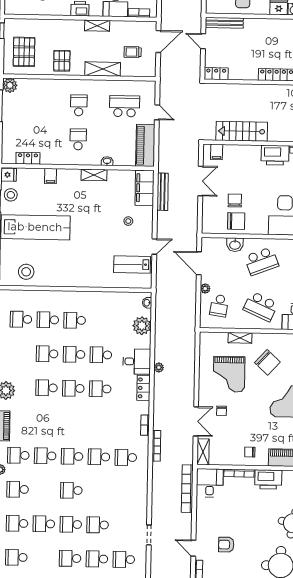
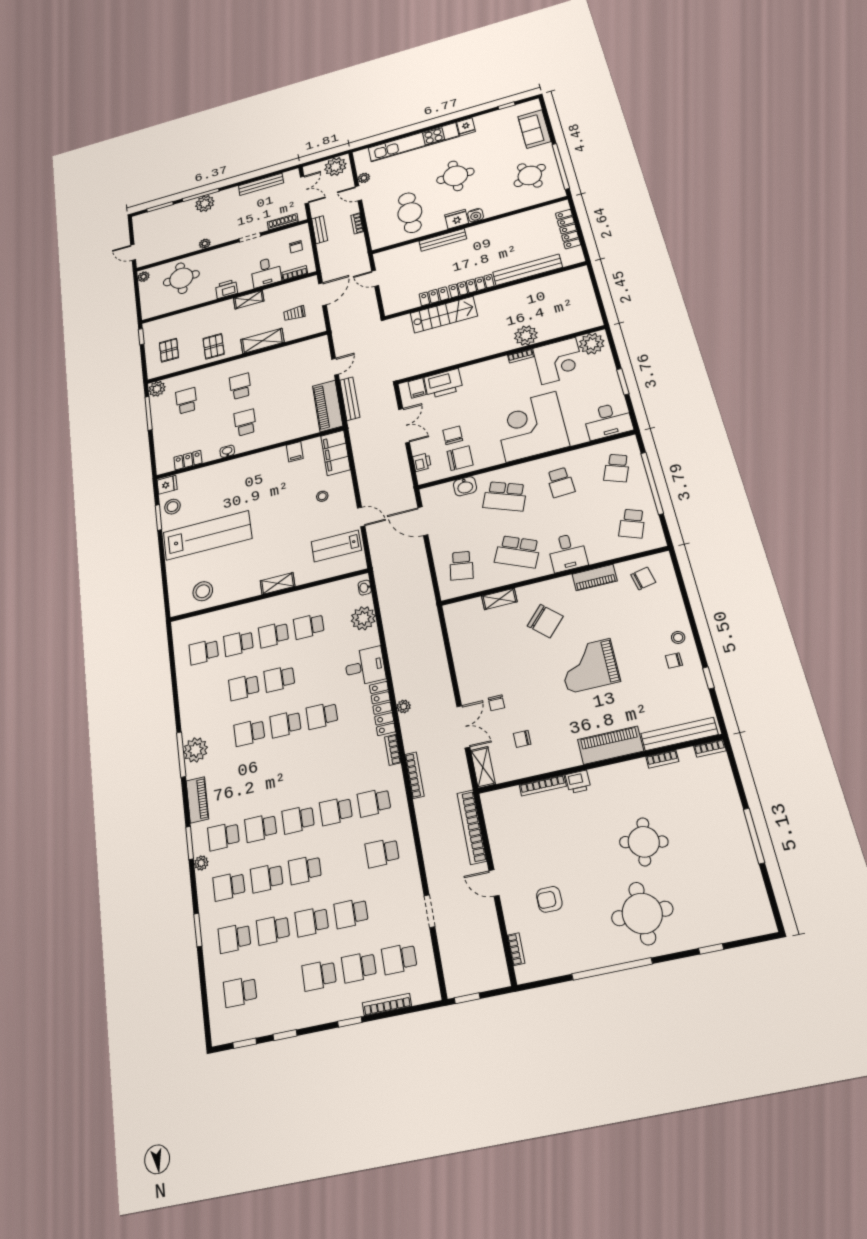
bench: (224, 23) -> (443, 240), moved
pallet: (24, 52) -> (169, 350), width x0.67, depth x0.71
locker: (216, 74) -> (434, 296), moved
school desk: (125, 106) -> (186, 401), moved, width x0.54
door: (157, 112) -> (335, 367), hinge flipped
stairs: (242, 131) -> (444, 315), moved, turned 180
printer: (275, 155) -> (443, 384), moved
washbasin: (107, 161) -> (227, 451), moved
shelving: (94, 175) -> (278, 583), moved
filing cabinet: (51, 176) -> (295, 452), moved
bench: (163, 192) -> (350, 399), moved
printer: (208, 216) -> (422, 462), added
door: (154, 247) -> (361, 517), hinge flipped
school desk: (262, 261) -> (505, 496), turned 42
plant: (205, 289) -> (438, 550), removed
school desk: (101, 355) -> (309, 626), moved
plant: (159, 368) -> (404, 706), moved
grand piano: (229, 374) -> (496, 651), removed
locker: (143, 388) -> (382, 708), width x1.53
chair: (250, 452) -> (522, 739), moved
printer: (268, 479) -> (578, 782), width x0.53, depth x0.68
desk: (210, 483) -> (503, 810), removed
school desk: (45, 490) -> (267, 878), added
school desk: (125, 491) -> (382, 853), added
door: (193, 548) -> (494, 883), moved

